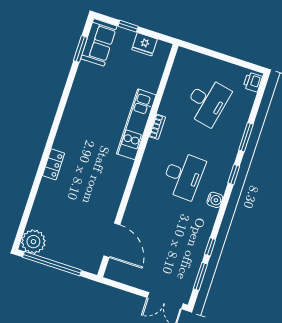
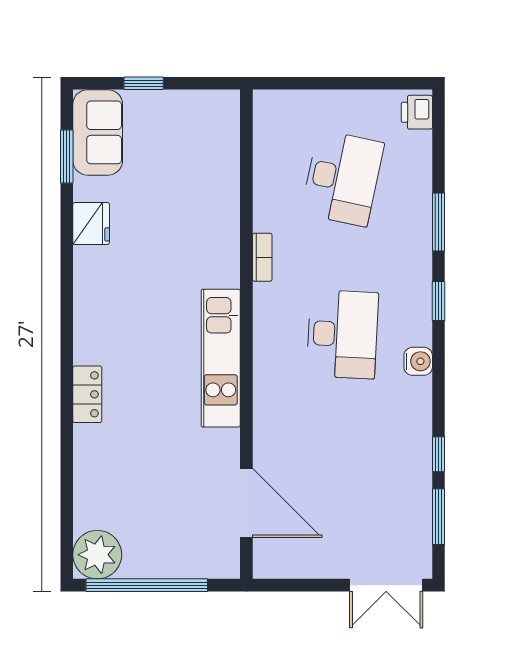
fridge: (144, 44) -> (91, 223), moved, turned -90
kitchen unit: (136, 124) -> (221, 358), moved

